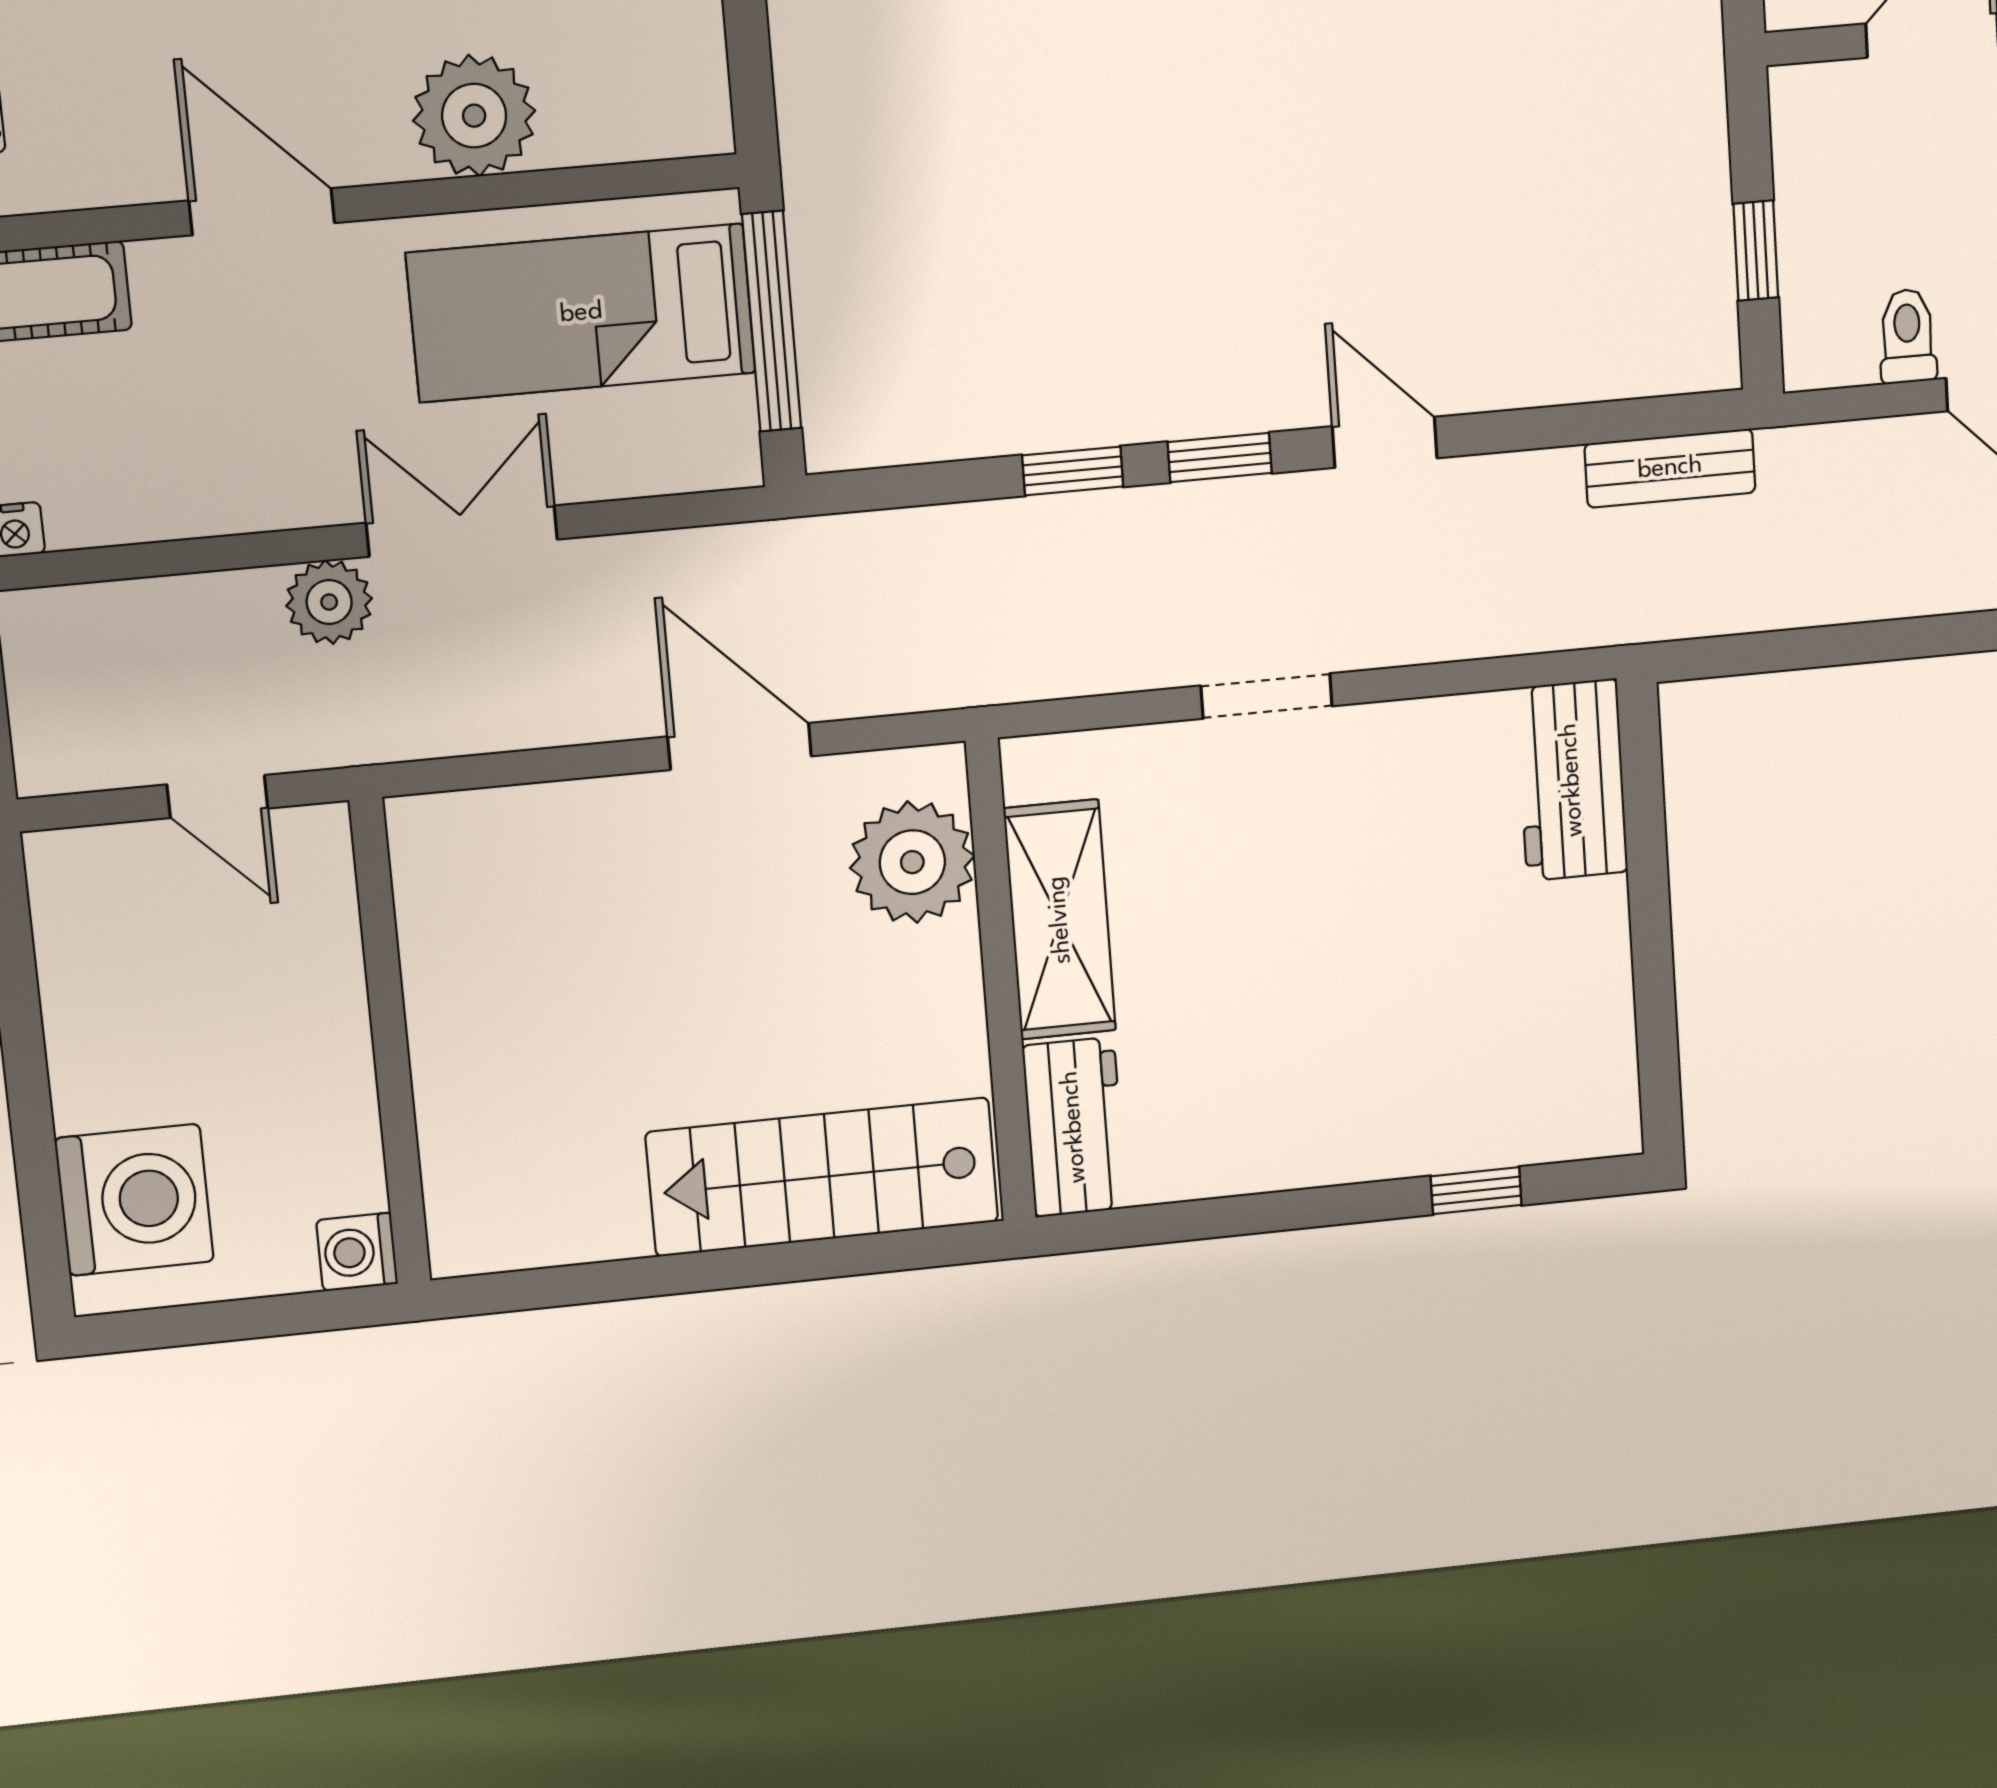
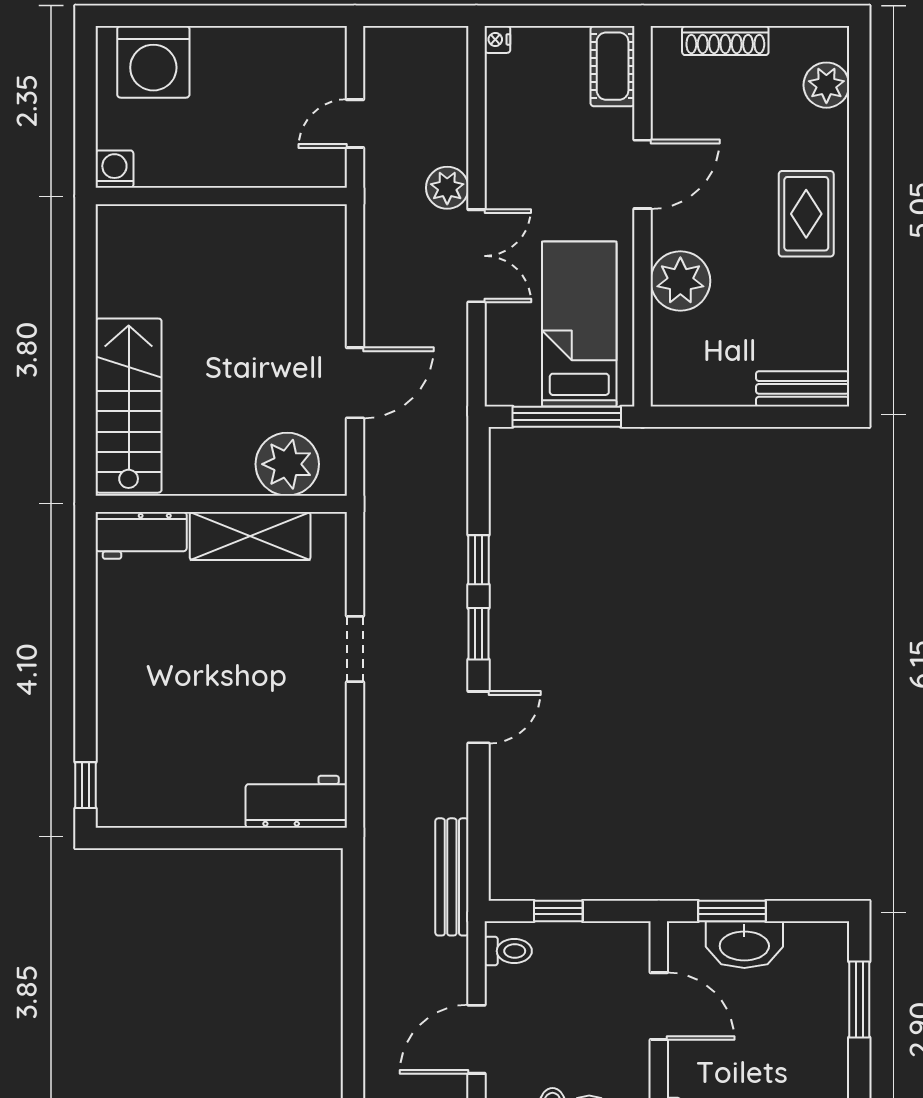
toilet: (1907, 336) -> (508, 951), moved
bench: (1670, 468) -> (452, 877), width x1.36
window: (1476, 1191) -> (86, 785), moved

